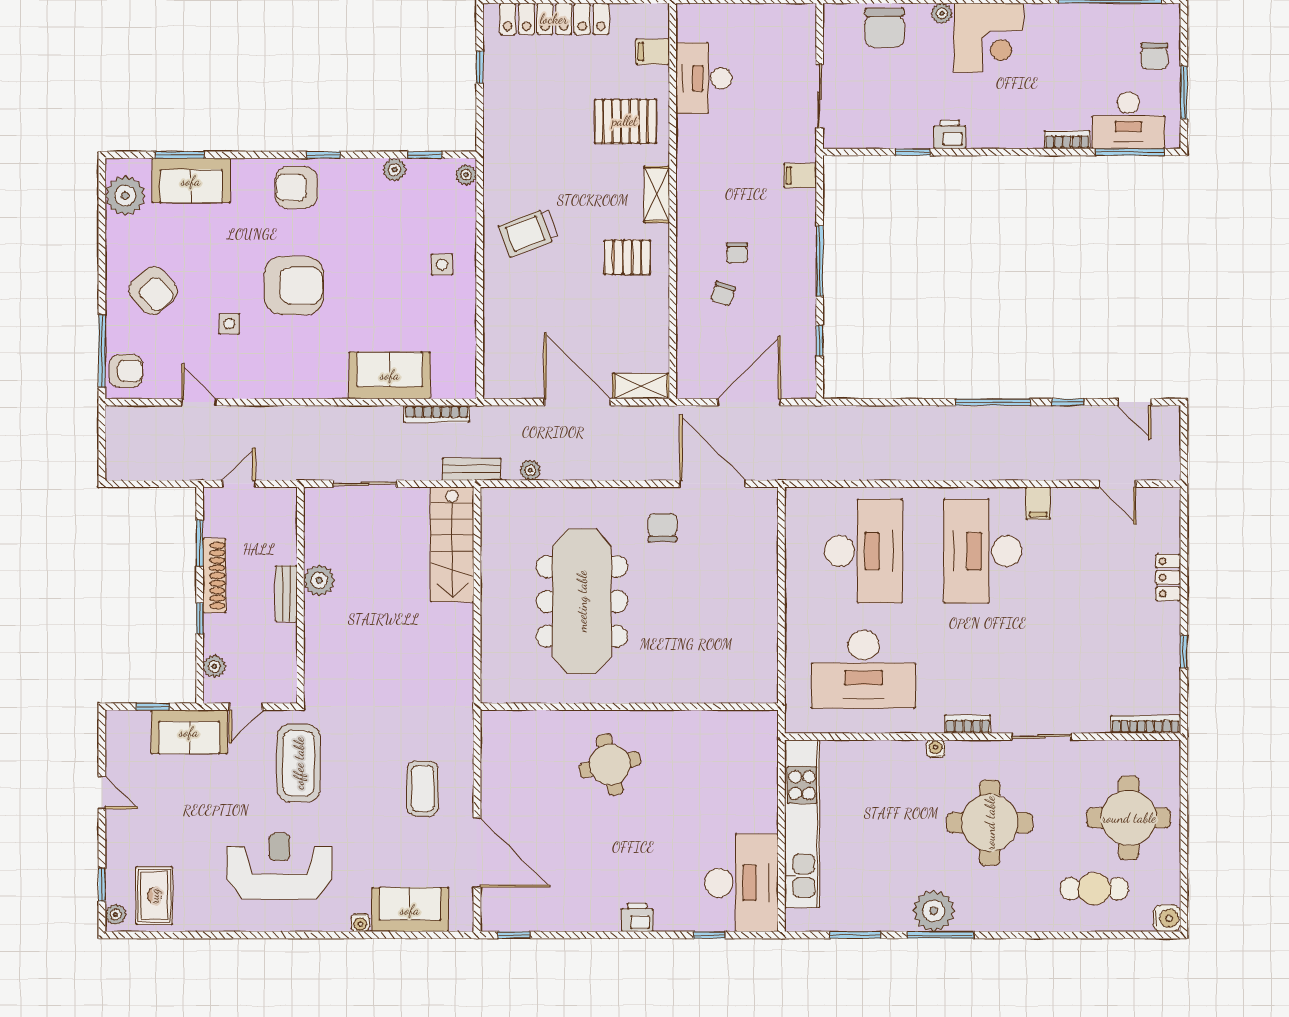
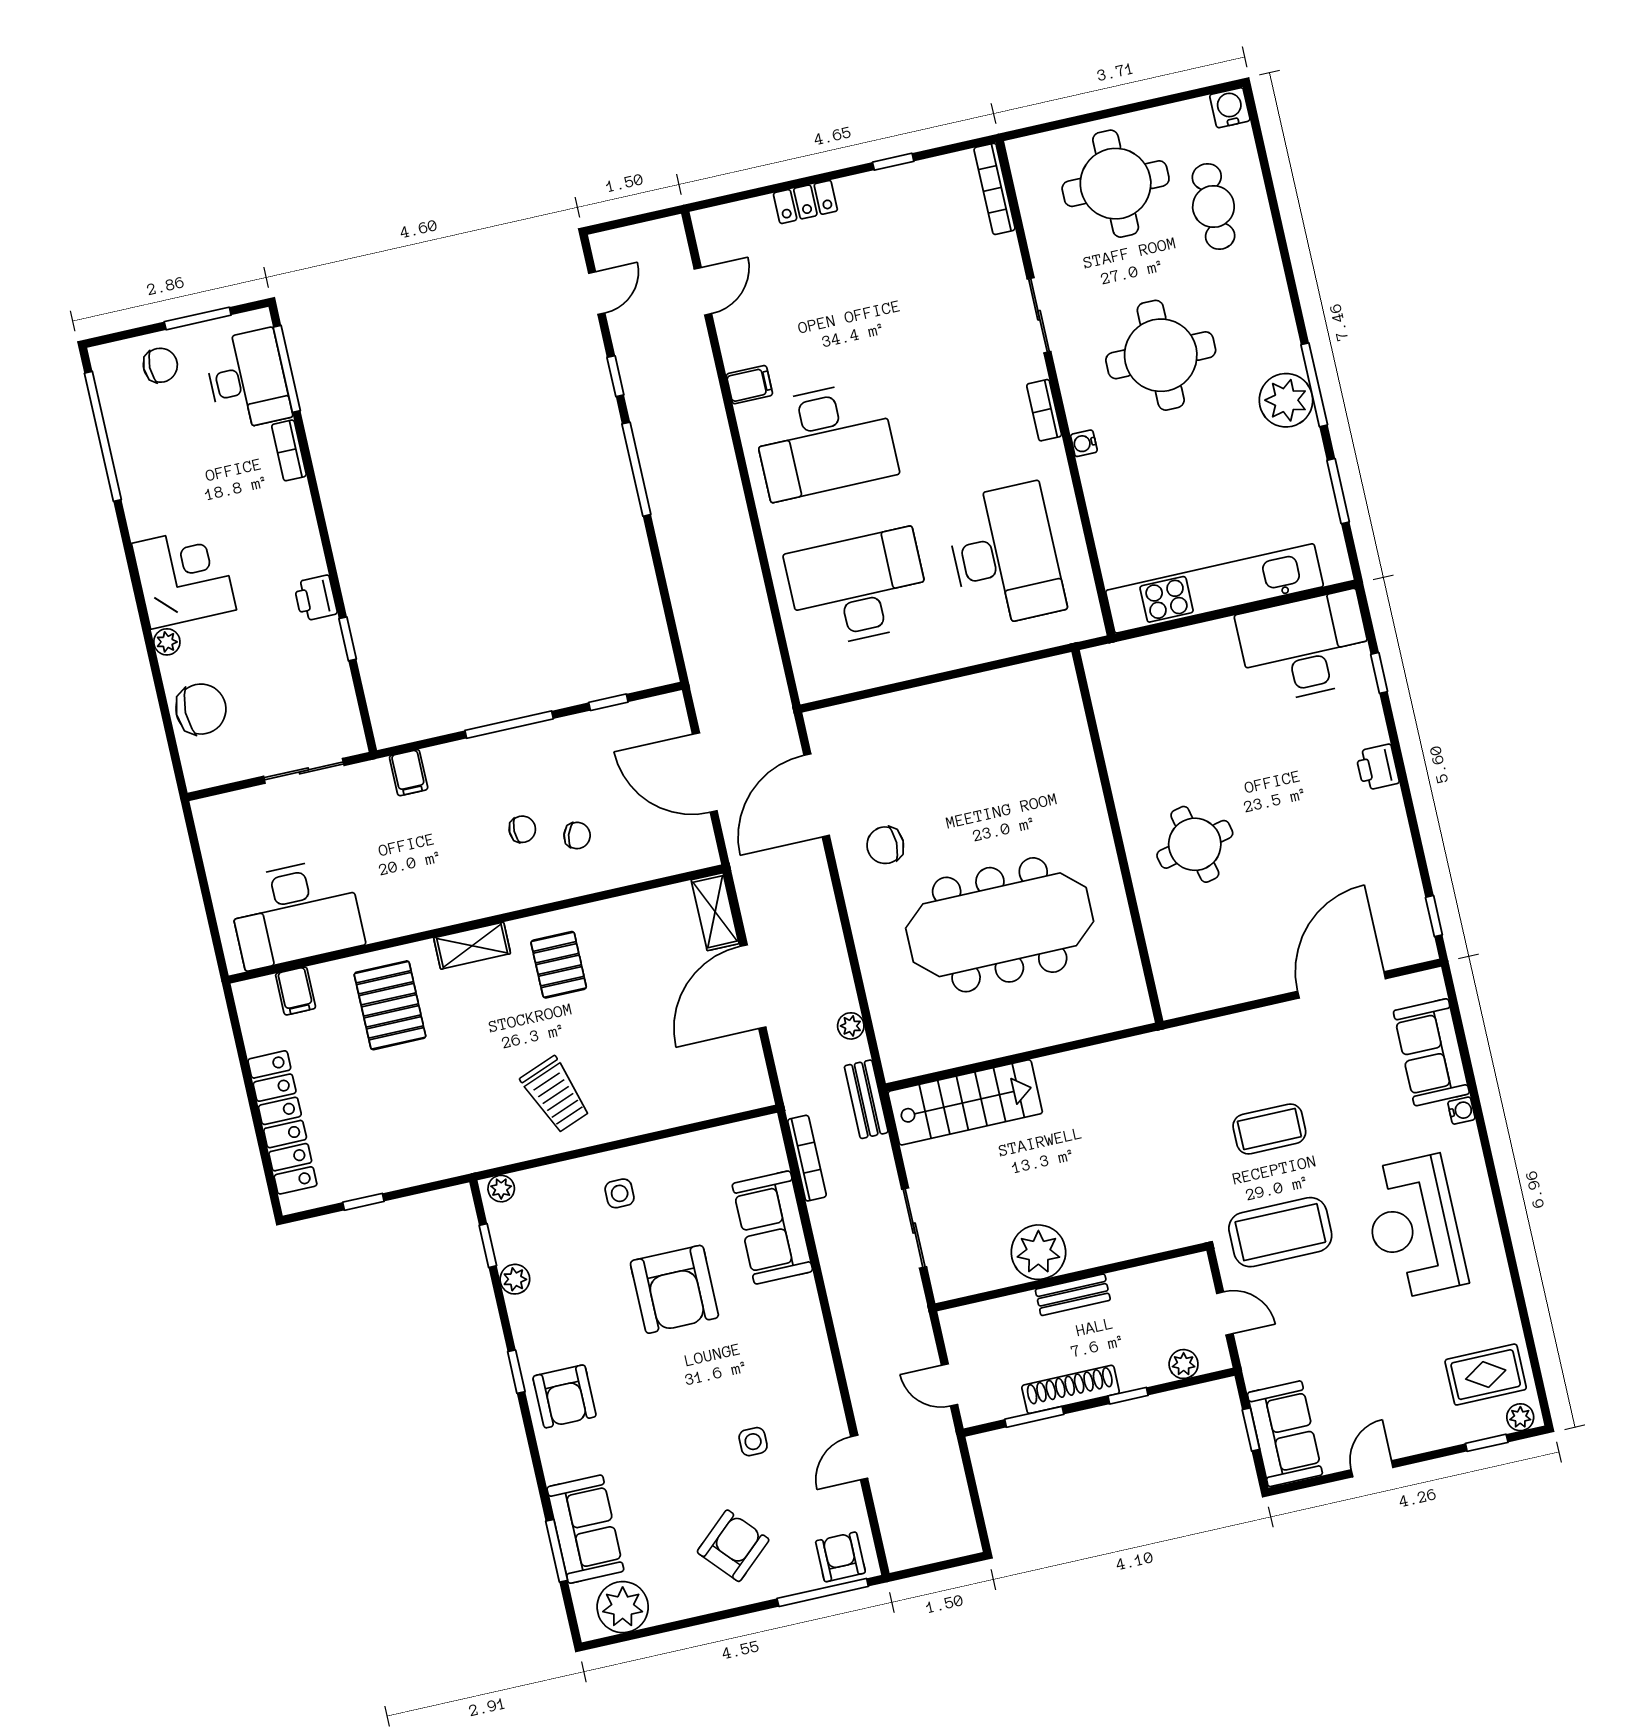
desk: (704, 78) -> (296, 913), width x1.36, depth x1.30
armchair: (294, 286) -> (674, 1289), moved, turned 180
plant: (319, 580) -> (1038, 1252), width x1.36, depth x1.36
sofa: (189, 732) -> (1285, 1434), moved
coffee table: (423, 789) -> (1269, 1129), moved

